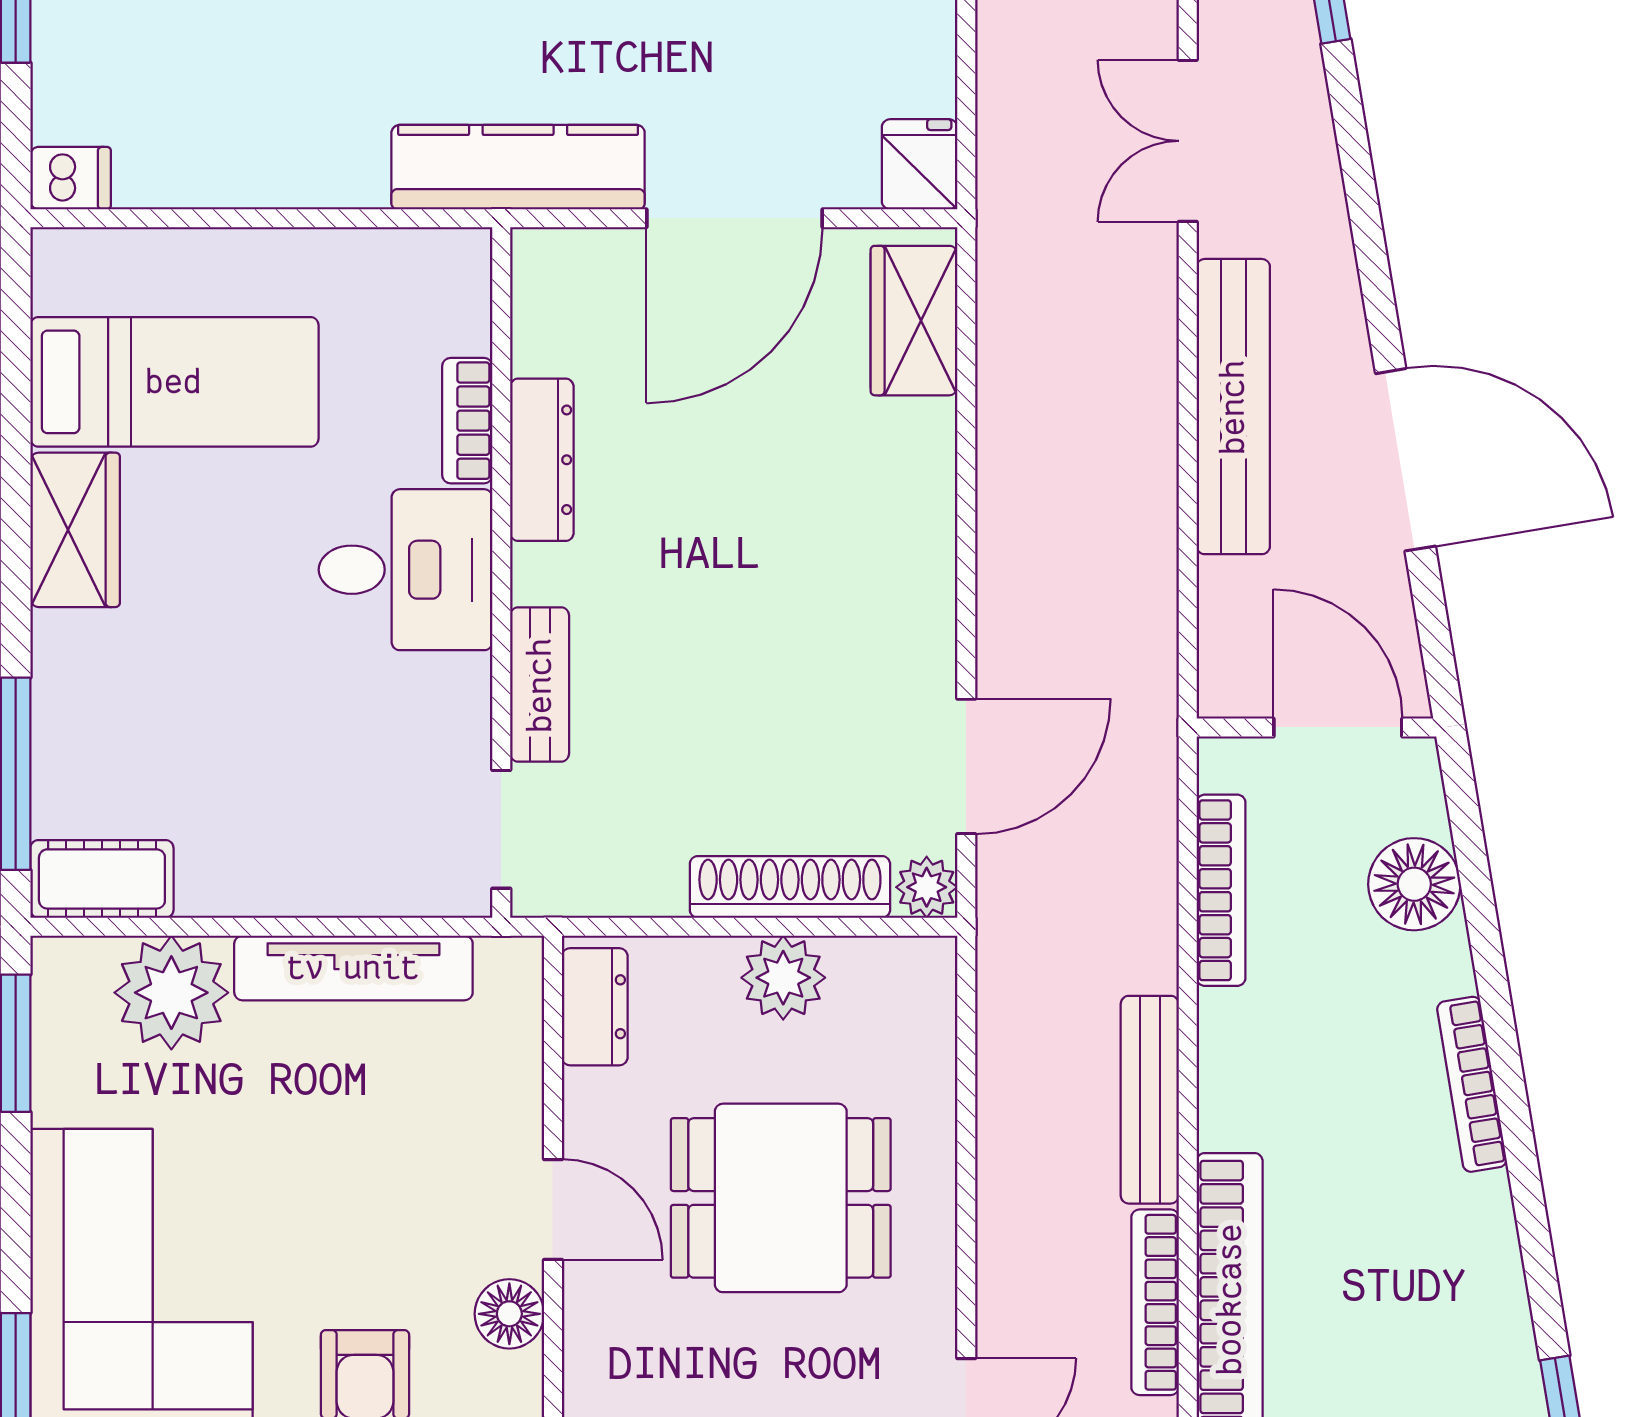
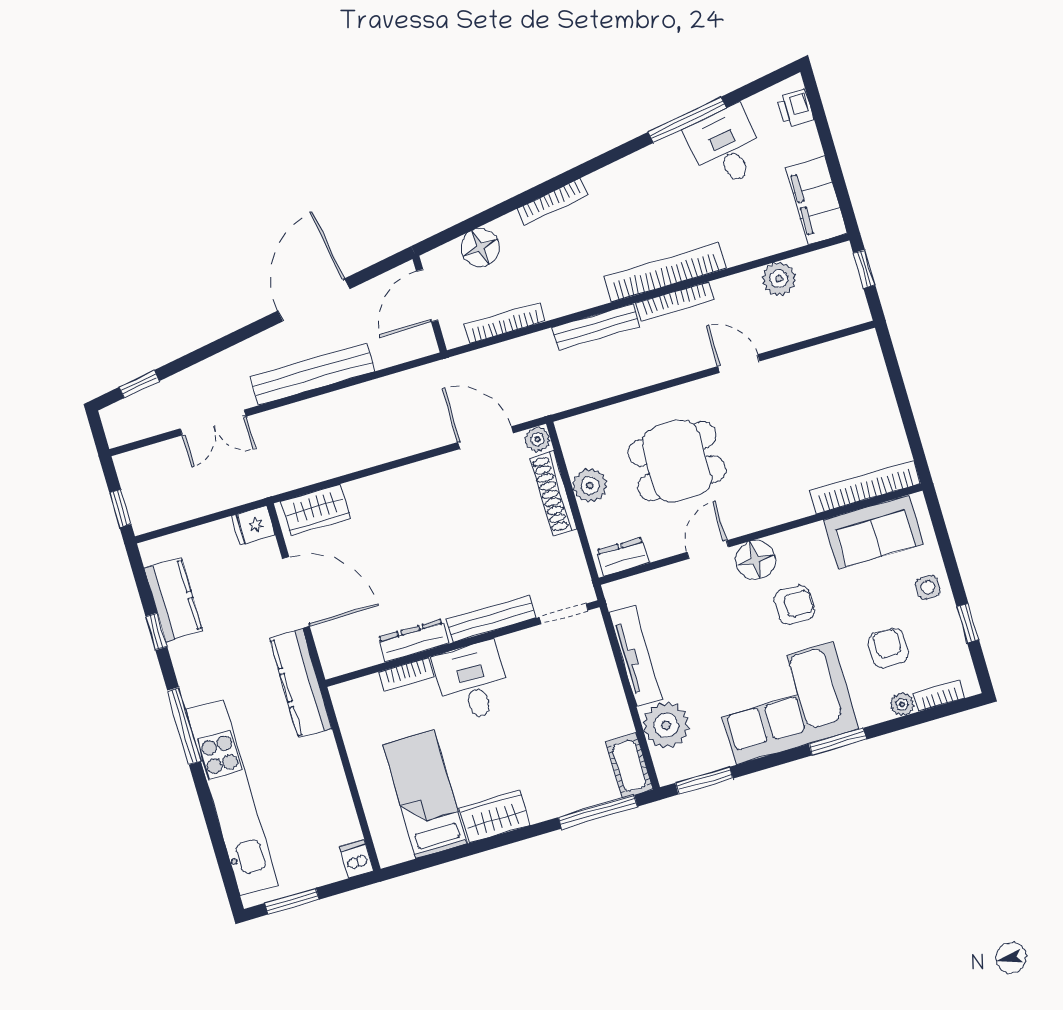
bench: (540, 685) -> (491, 619), width x1.36
dining table: (781, 1198) -> (677, 461), turned 90
floor lamp: (509, 1314) -> (755, 560), width x1.38, depth x1.38

